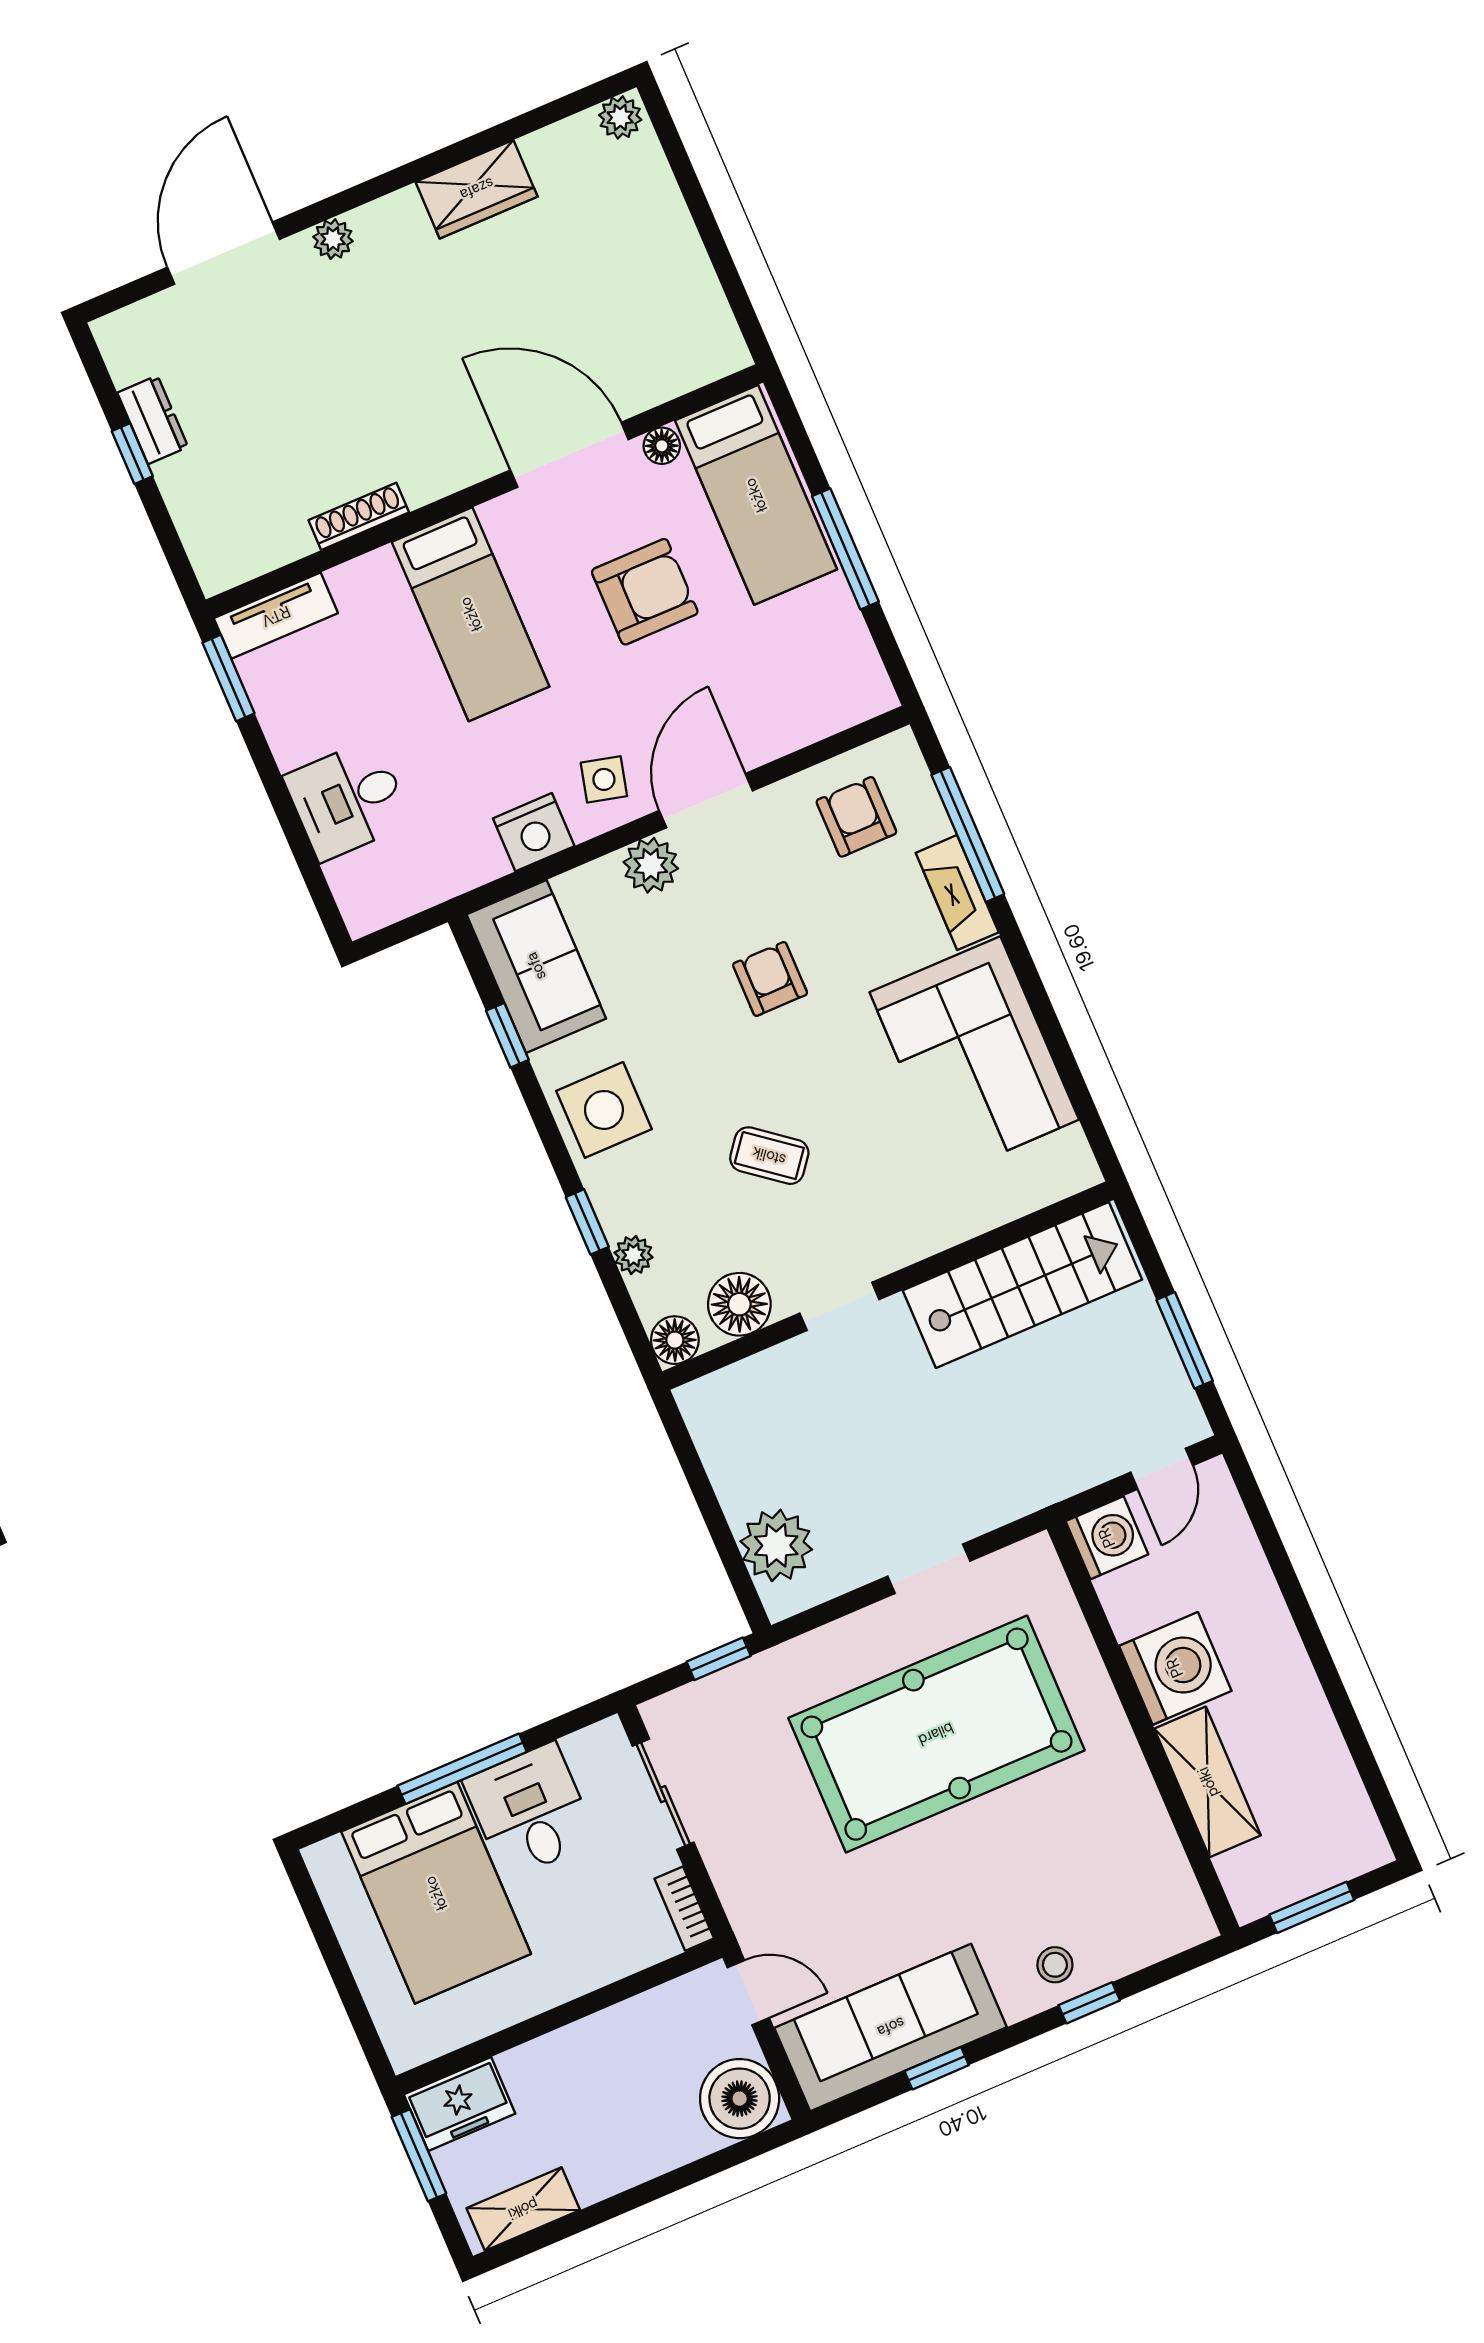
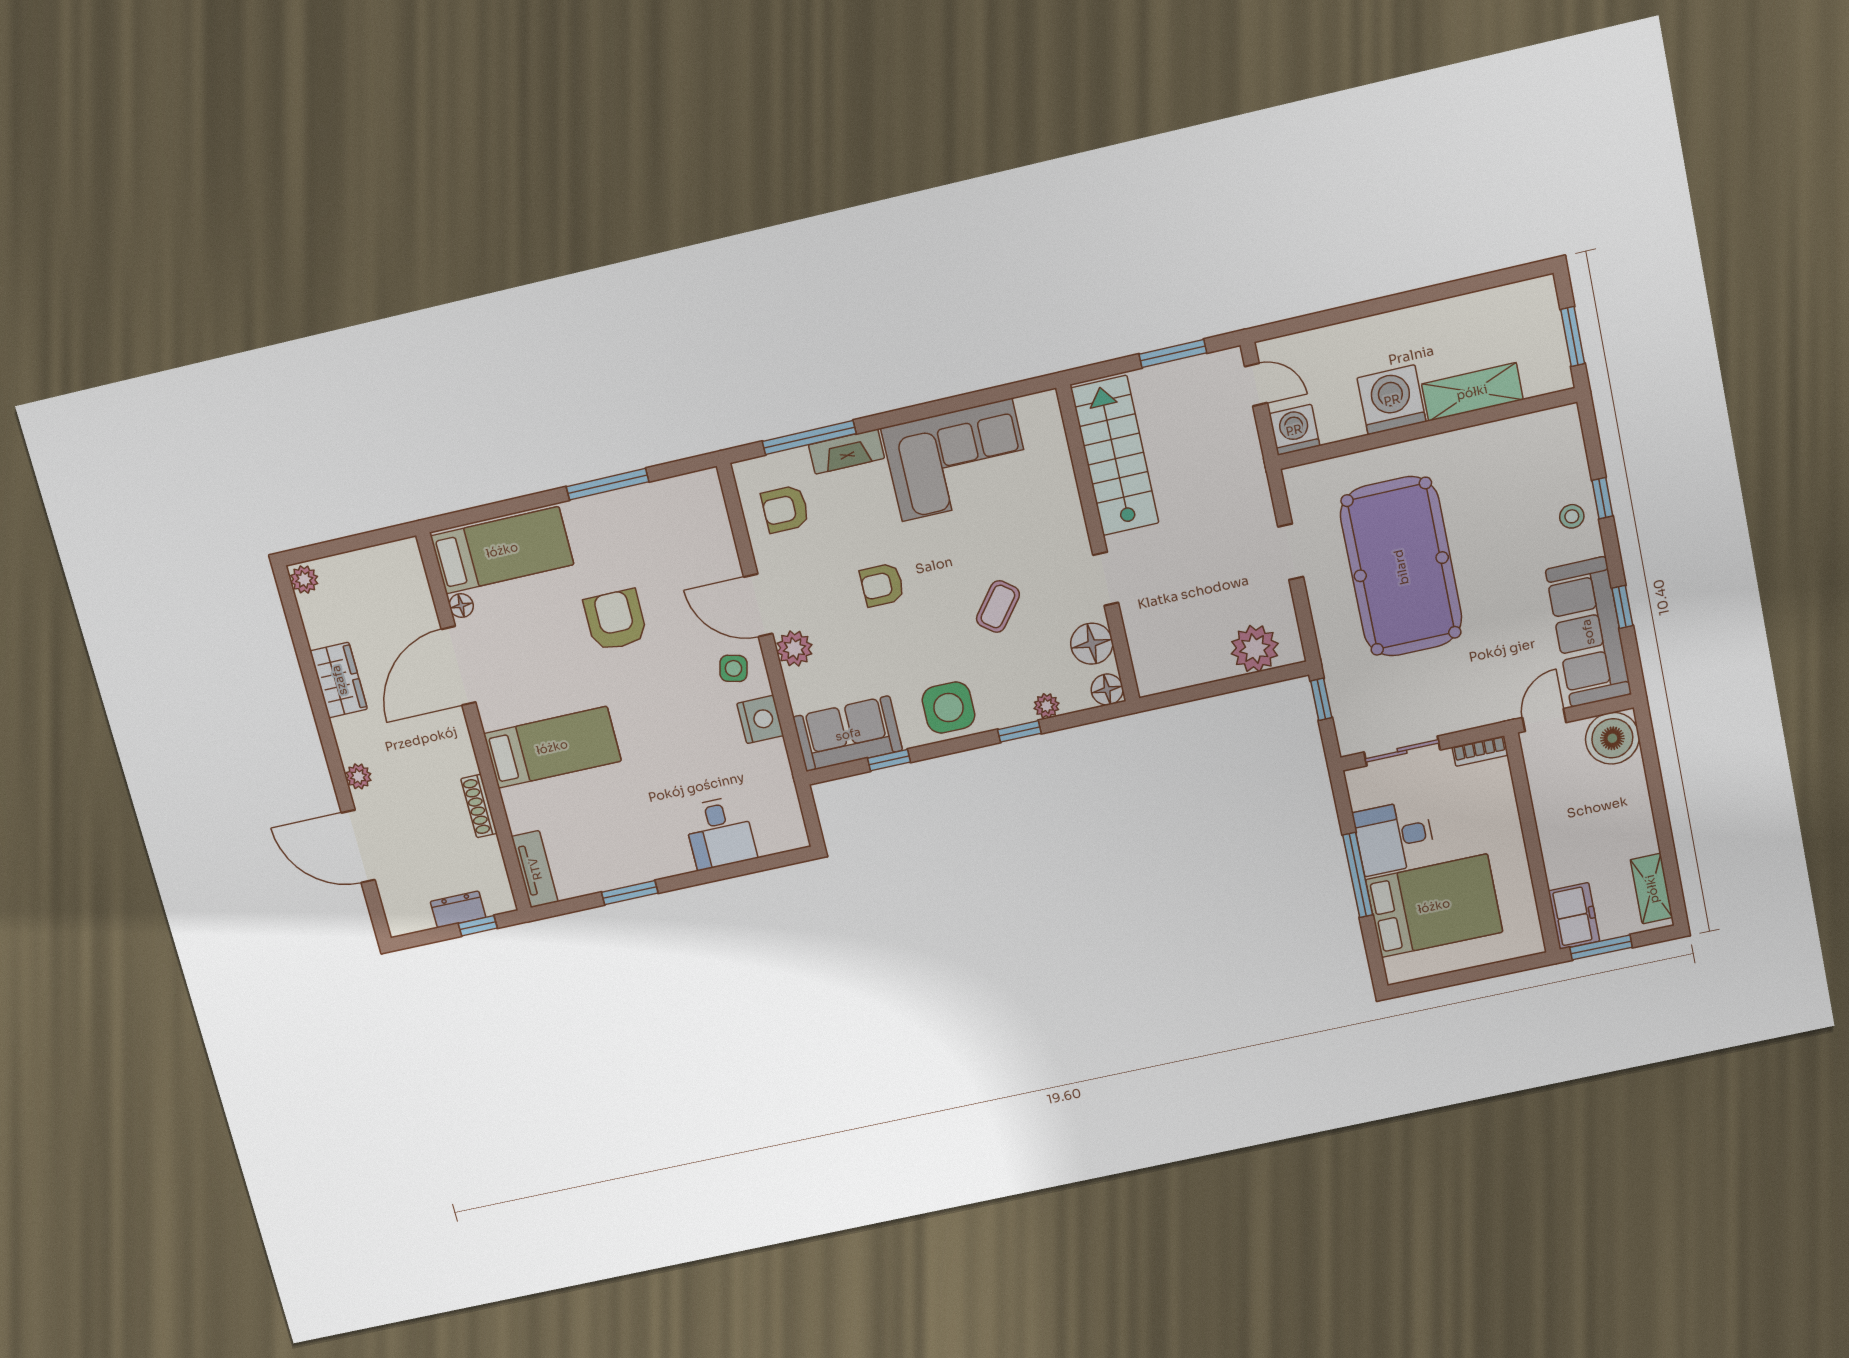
floor lamp: (662, 446) -> (461, 605), moved
door: (569, 455) -> (459, 666), moved
wall: (485, 491) -> (474, 724), moved
bed: (756, 495) -> (502, 550), moved
shoe rack: (359, 516) -> (479, 806), moved
bed: (471, 614) -> (552, 747), moved
tv unit: (276, 616) -> (535, 869), moved

